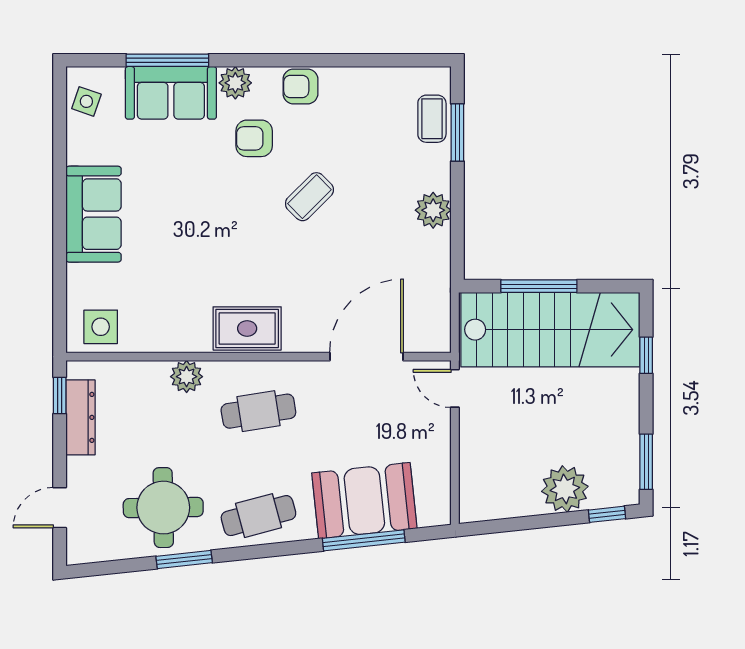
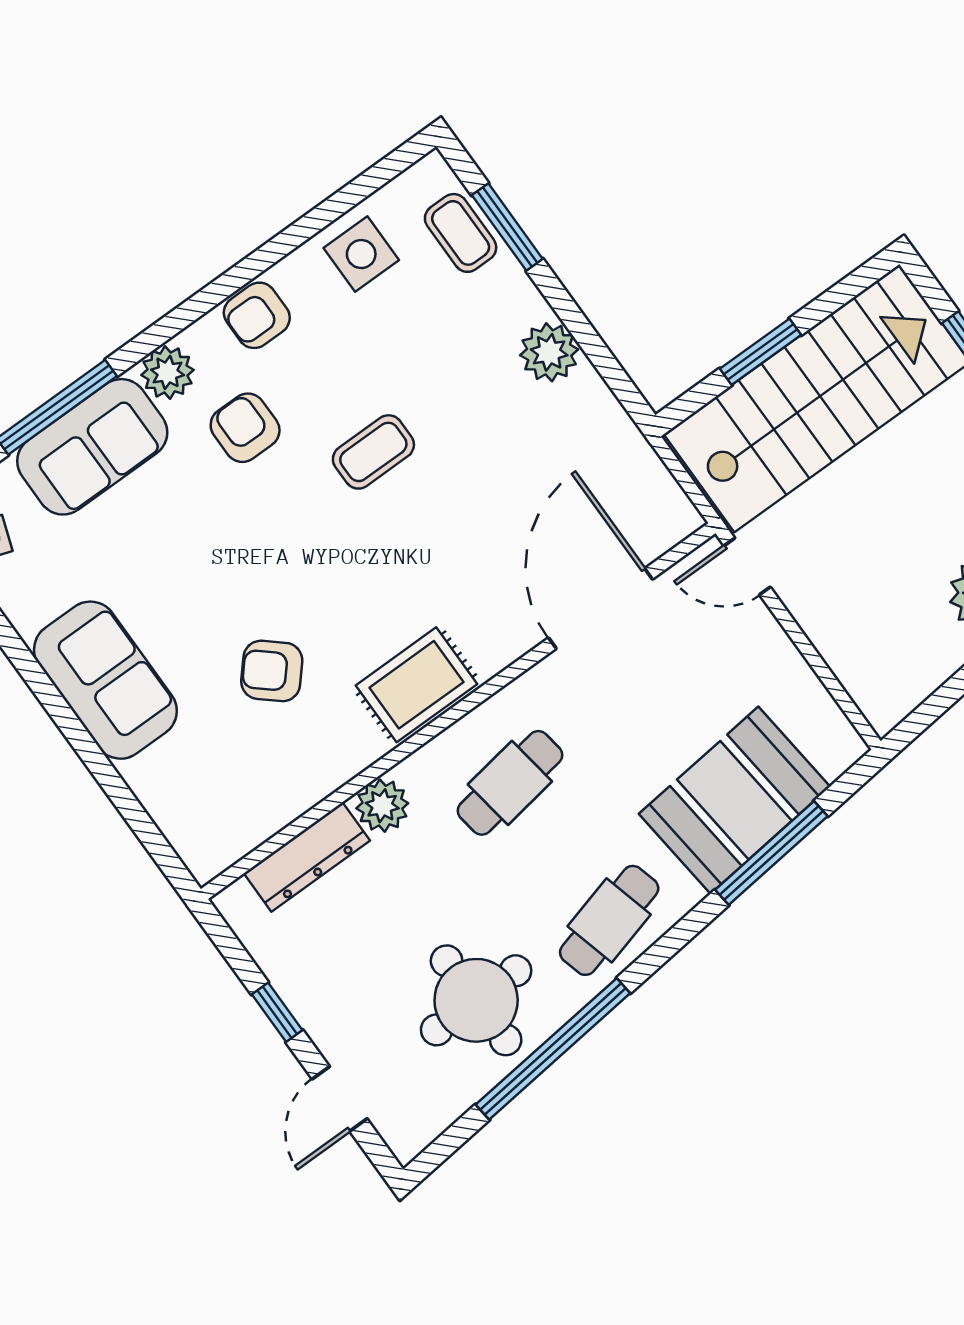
armchair: (254, 138) -> (245, 428), turned 90
coffee table: (309, 197) -> (373, 452), turned 45
armchair: (180, 269) -> (272, 671), added
window: (539, 286) -> (761, 352), width x0.69
side table: (101, 327) -> (361, 254), moved
window: (60, 396) -> (277, 1012), moved
dresser: (80, 417) -> (307, 857), moved, turned 90
window: (184, 560) -> (553, 1049), width x2.11

